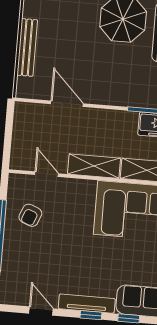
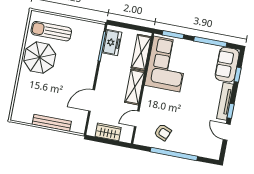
wardrobe: (22, 133) -> (108, 132), added
door: (41, 311) -> (227, 132), hinge flipped
window: (91, 315) -> (231, 111), moved

